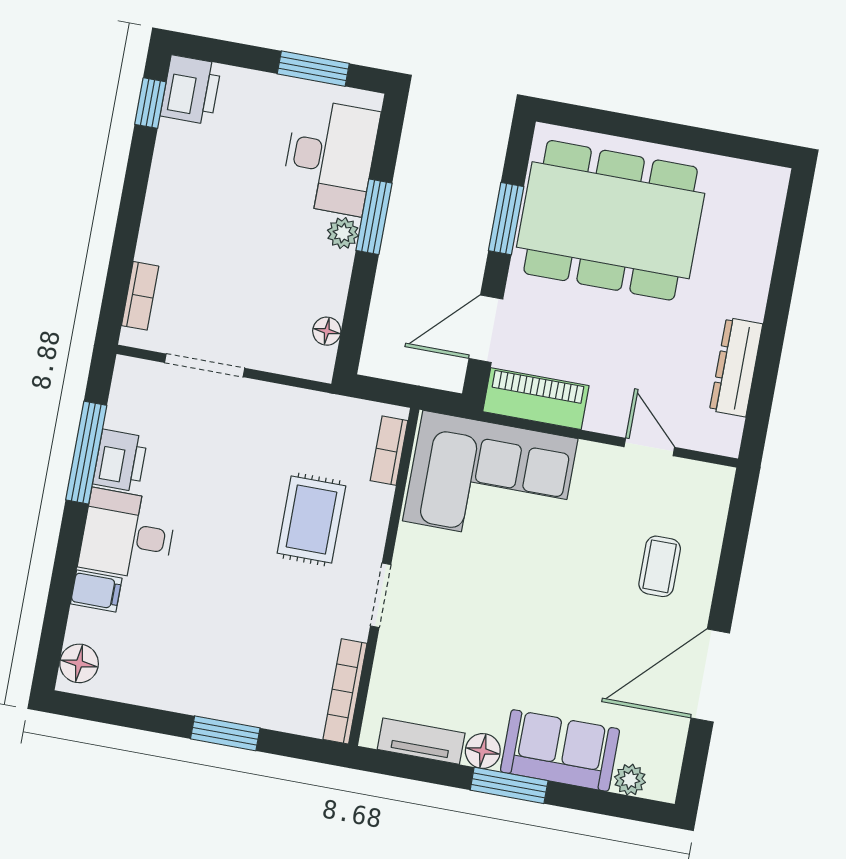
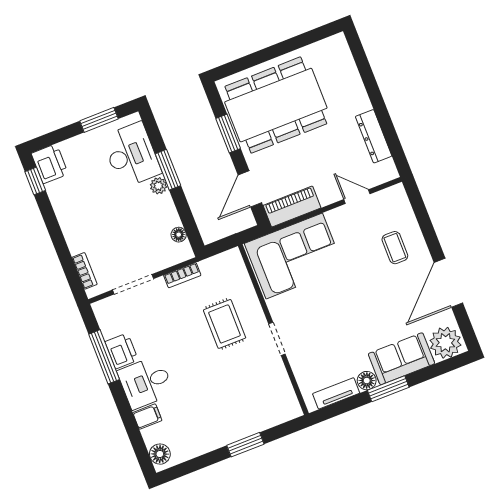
bookcase: (389, 451) -> (182, 275), moved, turned -90
bookcase: (345, 691) -> (288, 392), removed
plant: (630, 780) -> (445, 343), width x1.87, depth x1.87

